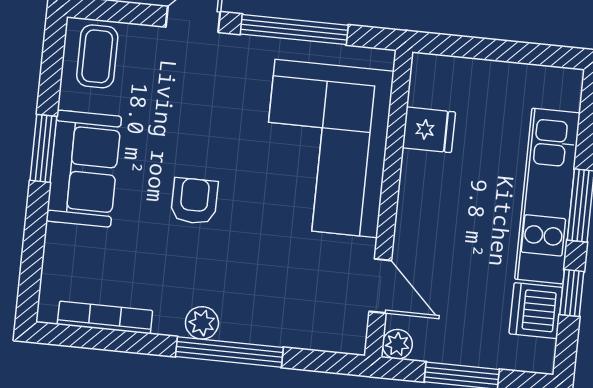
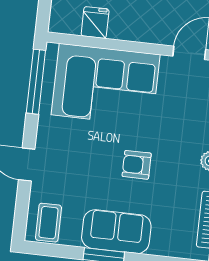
window: (294, 30) -> (36, 82), moved
coffee table: (97, 56) -> (48, 223), turned 90

